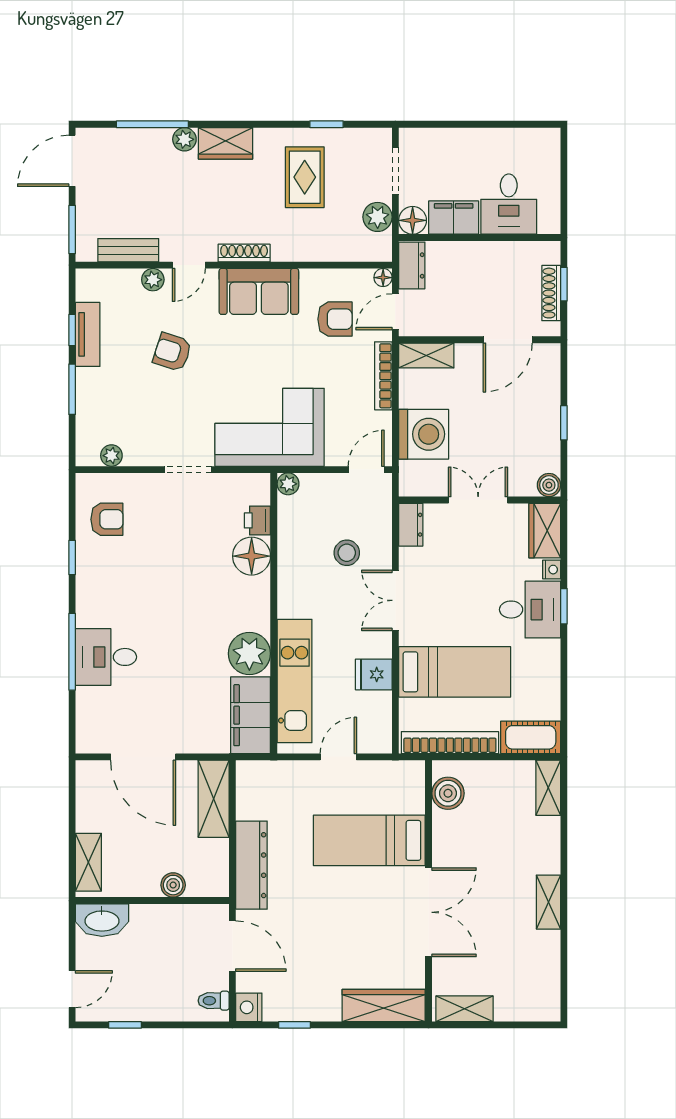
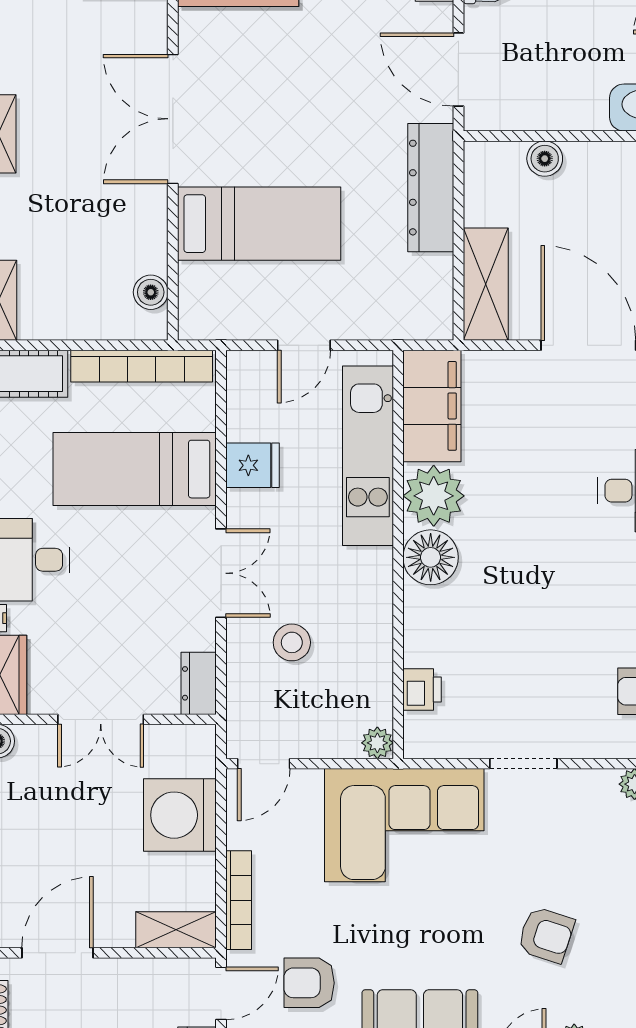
floor lamp: (252, 556) -> (431, 557), moved
boiler: (448, 793) -> (151, 292), width x0.73, depth x0.73

